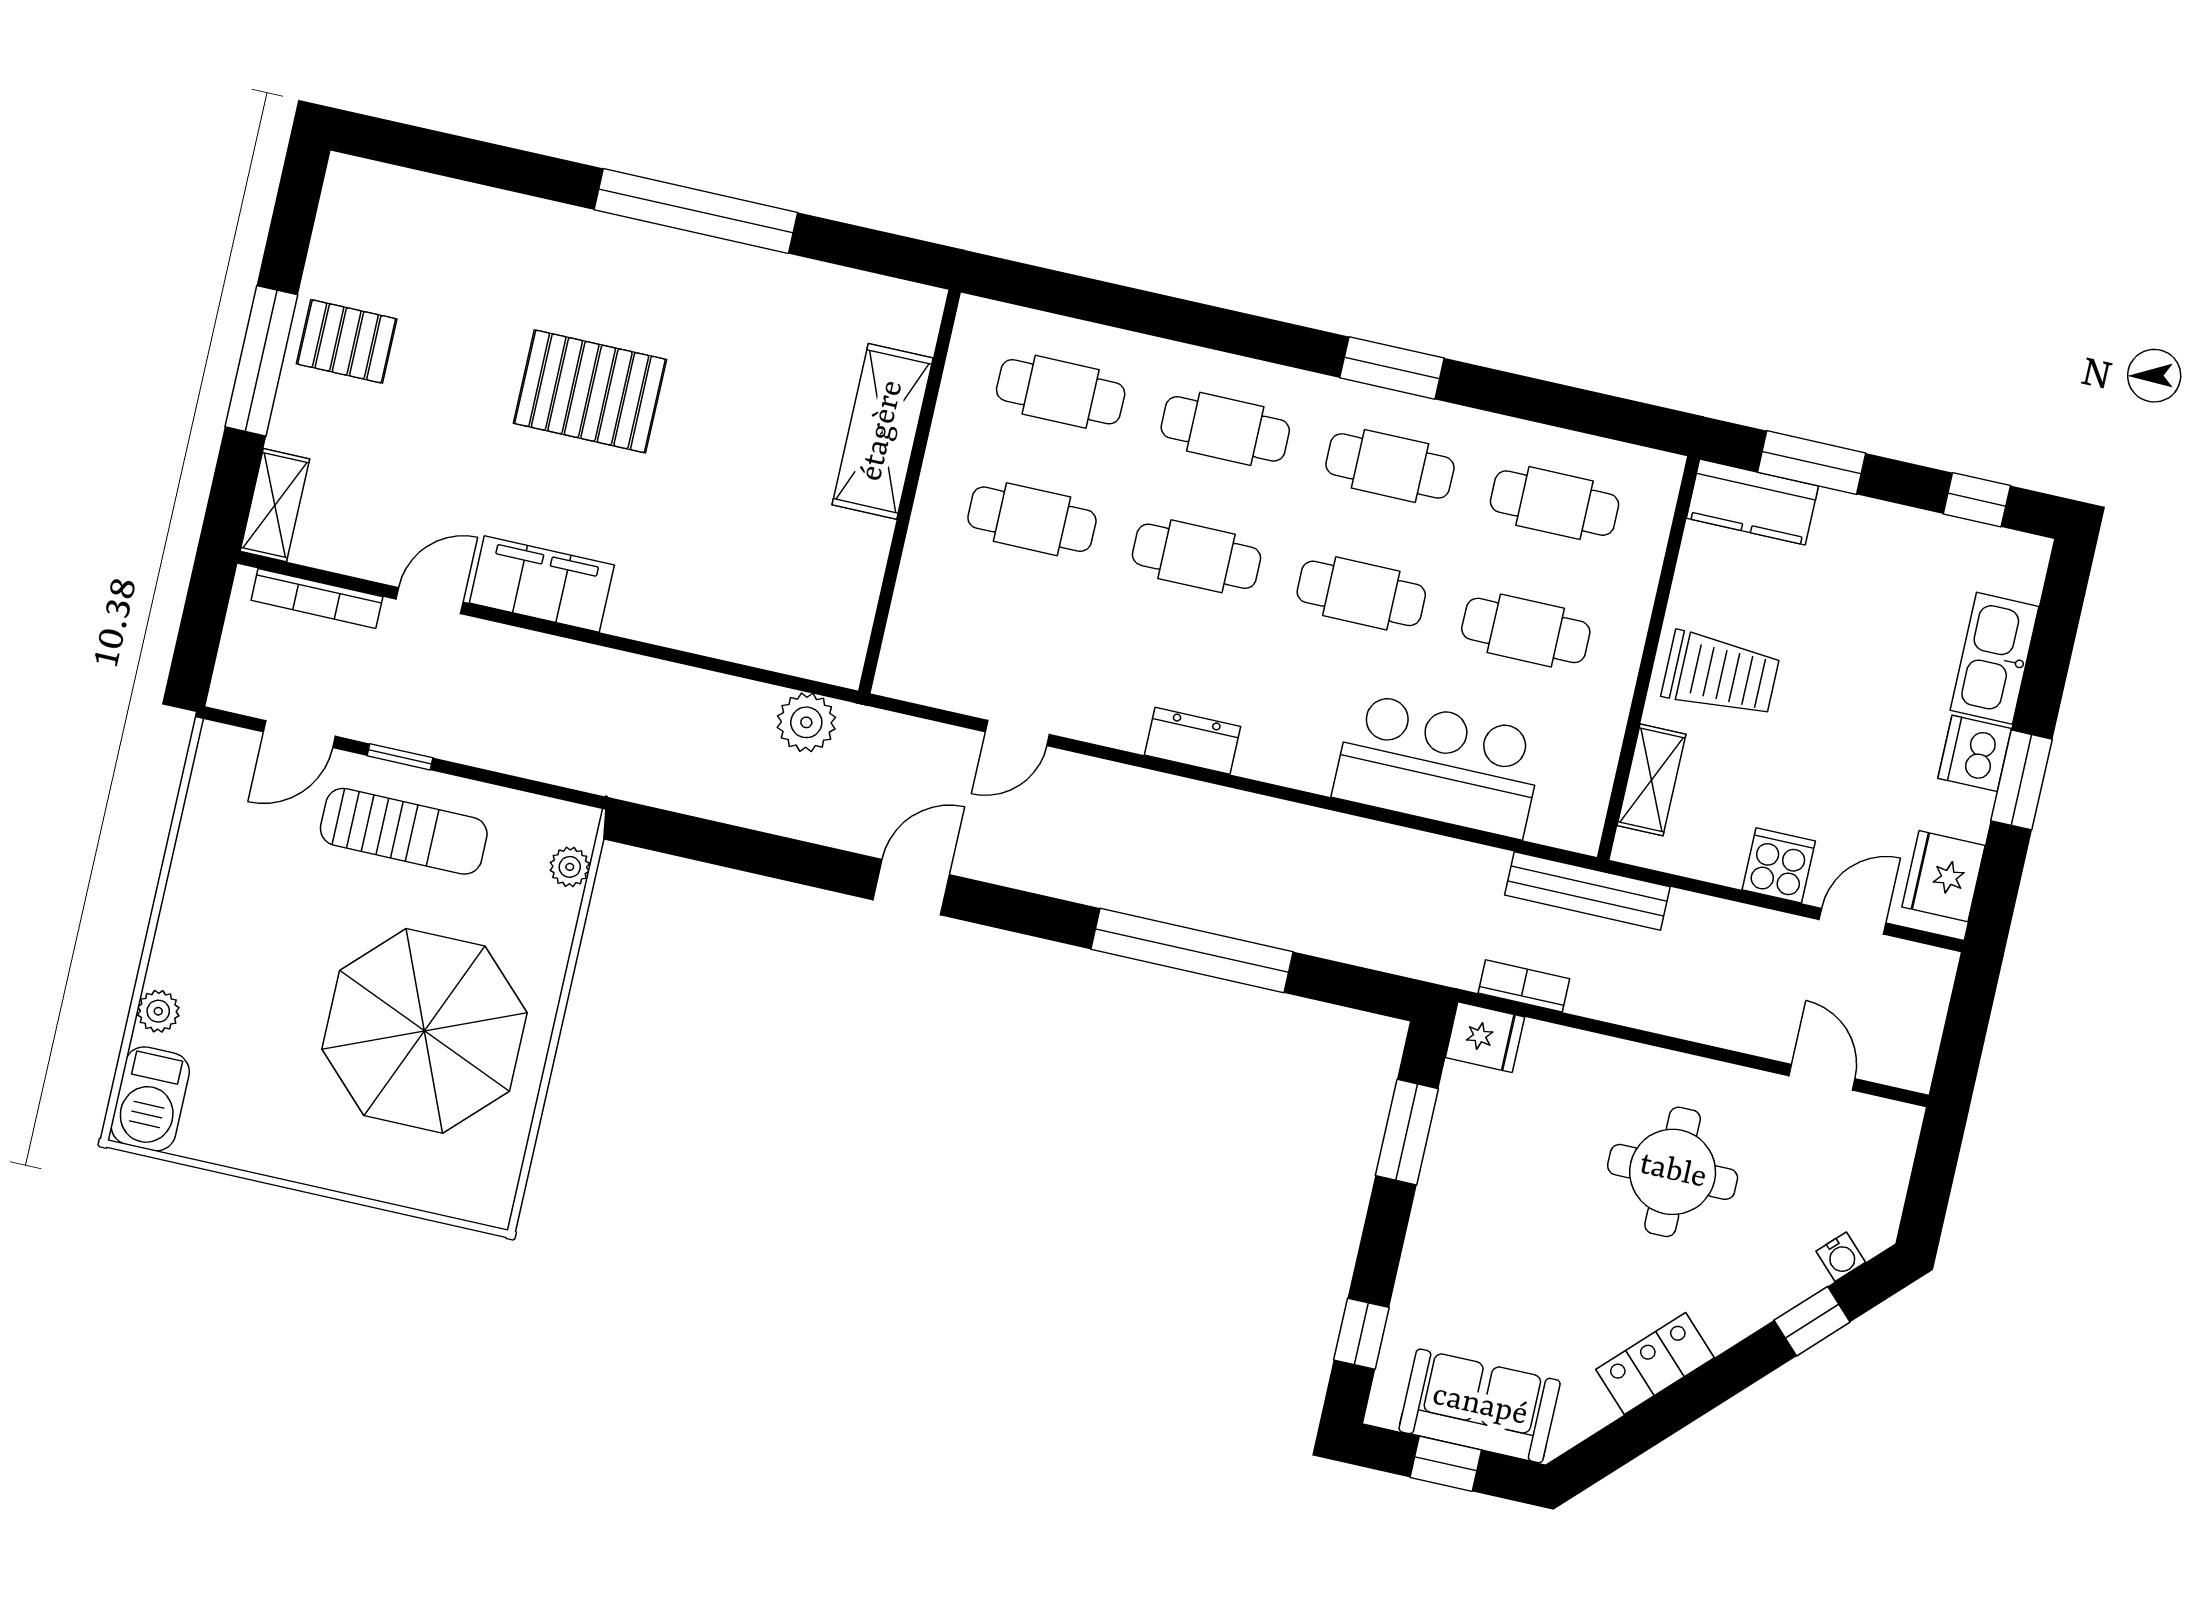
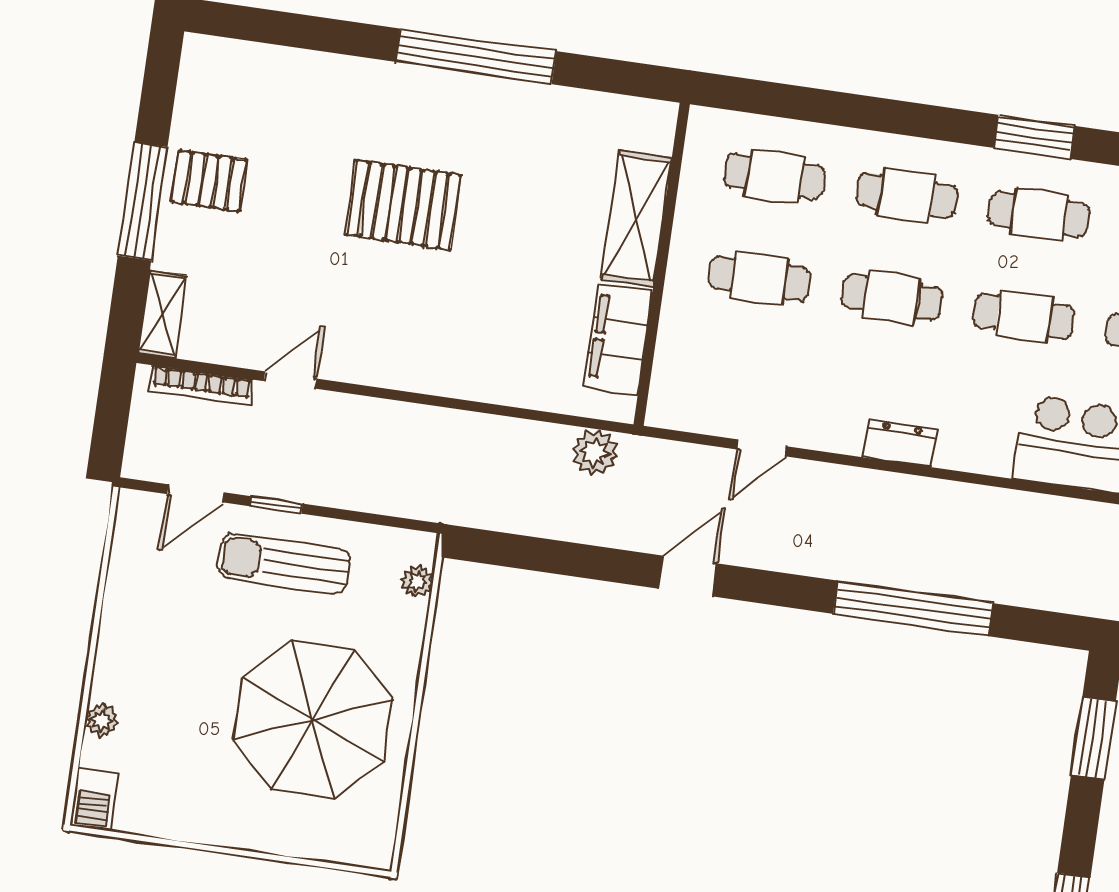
filing cabinet: (542, 584) -> (618, 339), moved, turned -90
sun lounger: (404, 831) -> (284, 563), turned 180
barbecue: (150, 1099) -> (94, 800), width x0.73, depth x0.79

